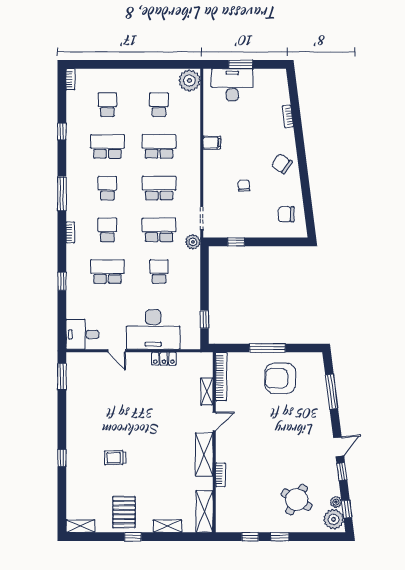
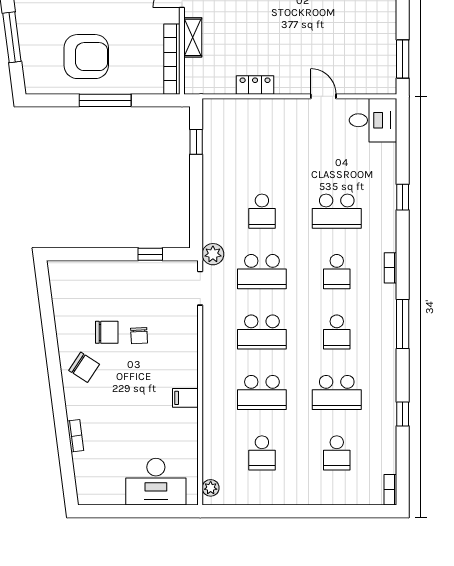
window: (241, 64) -> (144, 511), removed
plant: (189, 81) -> (211, 488), width x0.53, depth x0.53
chair: (286, 214) -> (107, 332), moved
desk: (153, 329) -> (270, 127), removed

